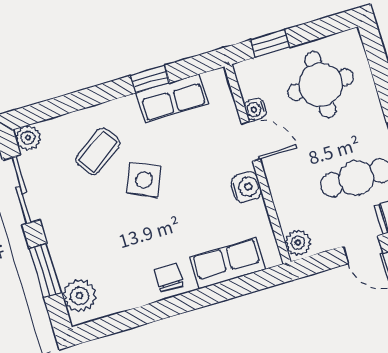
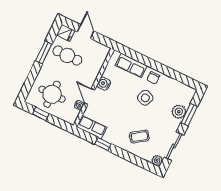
window: (270, 43) -> (41, 114), moved
row of seats: (172, 98) -> (92, 127), moved
side table: (144, 180) -> (145, 98), moved
plant: (298, 243) -> (104, 52), removed
plant: (79, 296) -> (179, 112), moved

